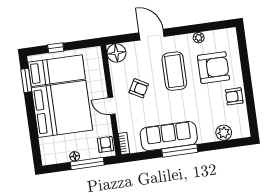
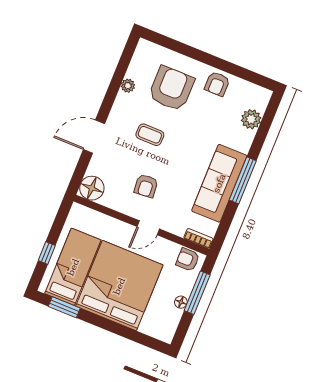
coffee table: (174, 71) -> (150, 135), width x0.54, depth x0.58
armchair: (139, 88) -> (146, 186), turned 146

